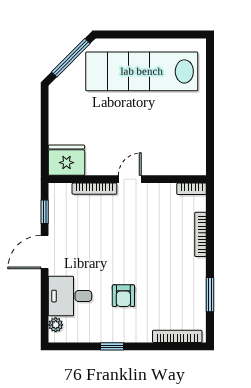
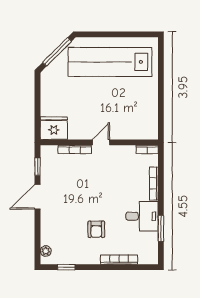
desk: (70, 296) -> (142, 216), moved, turned 180
bookcase: (177, 336) -> (119, 260), moved
window: (112, 346) -> (66, 267), moved

